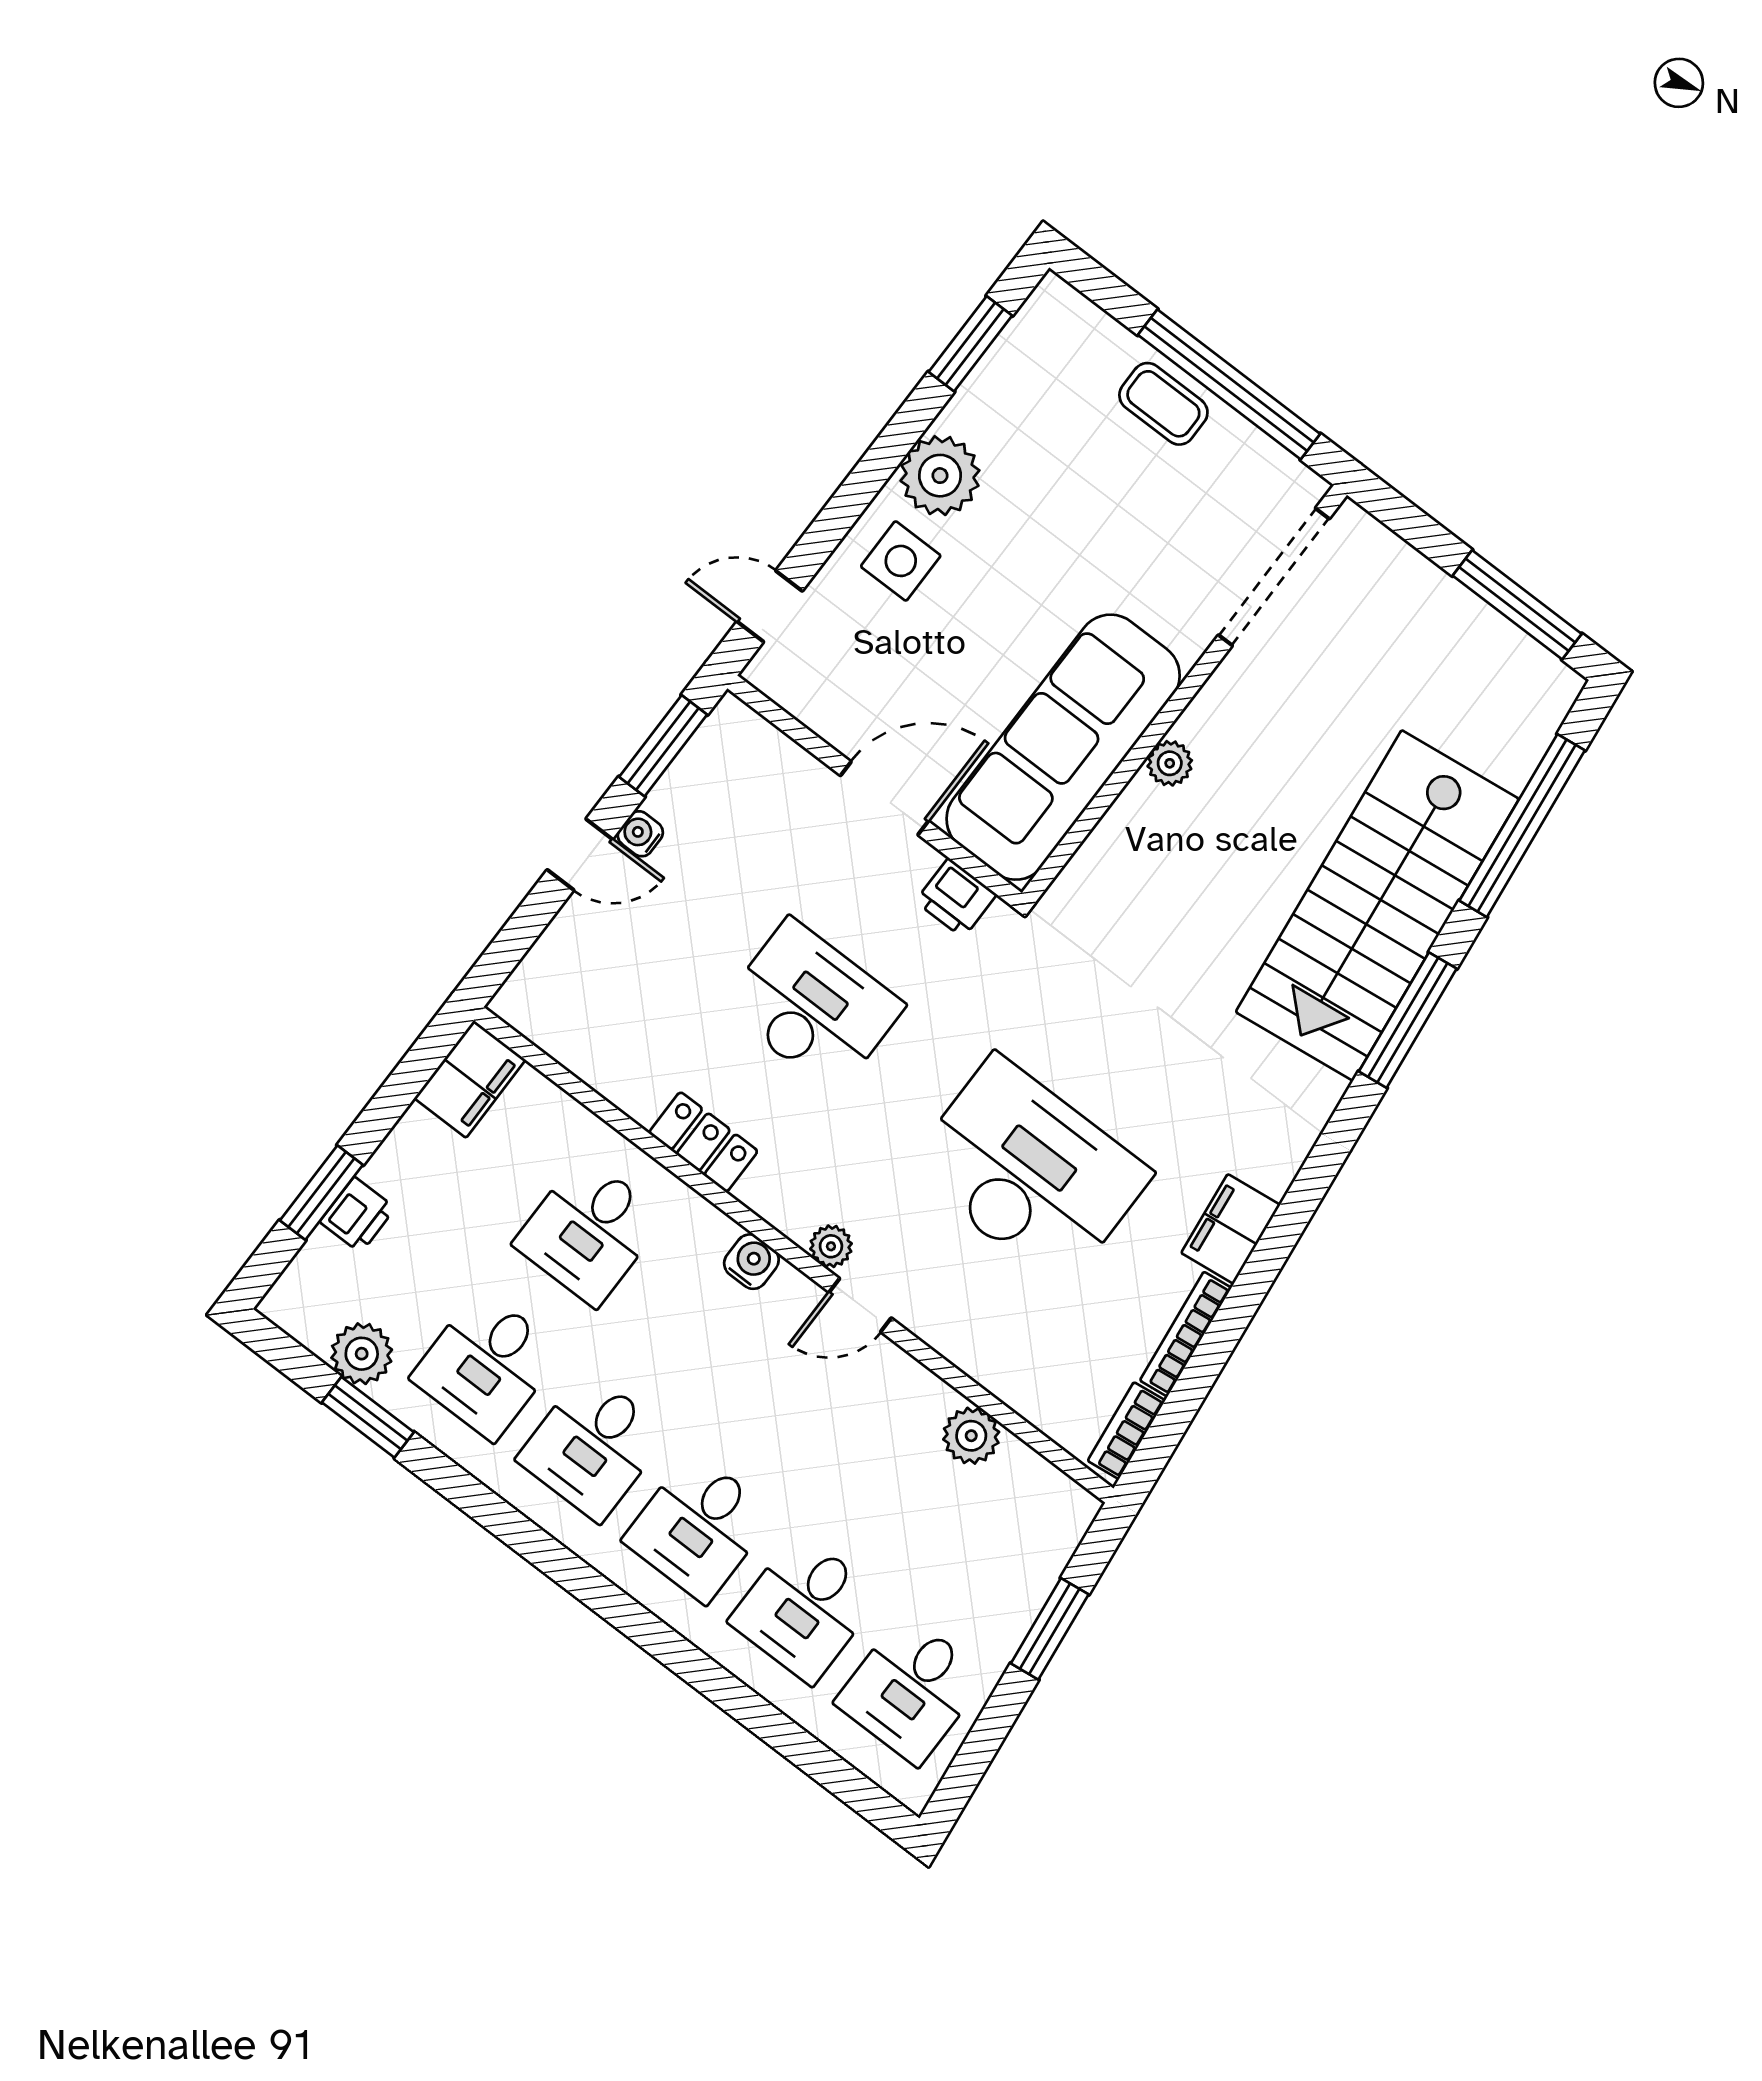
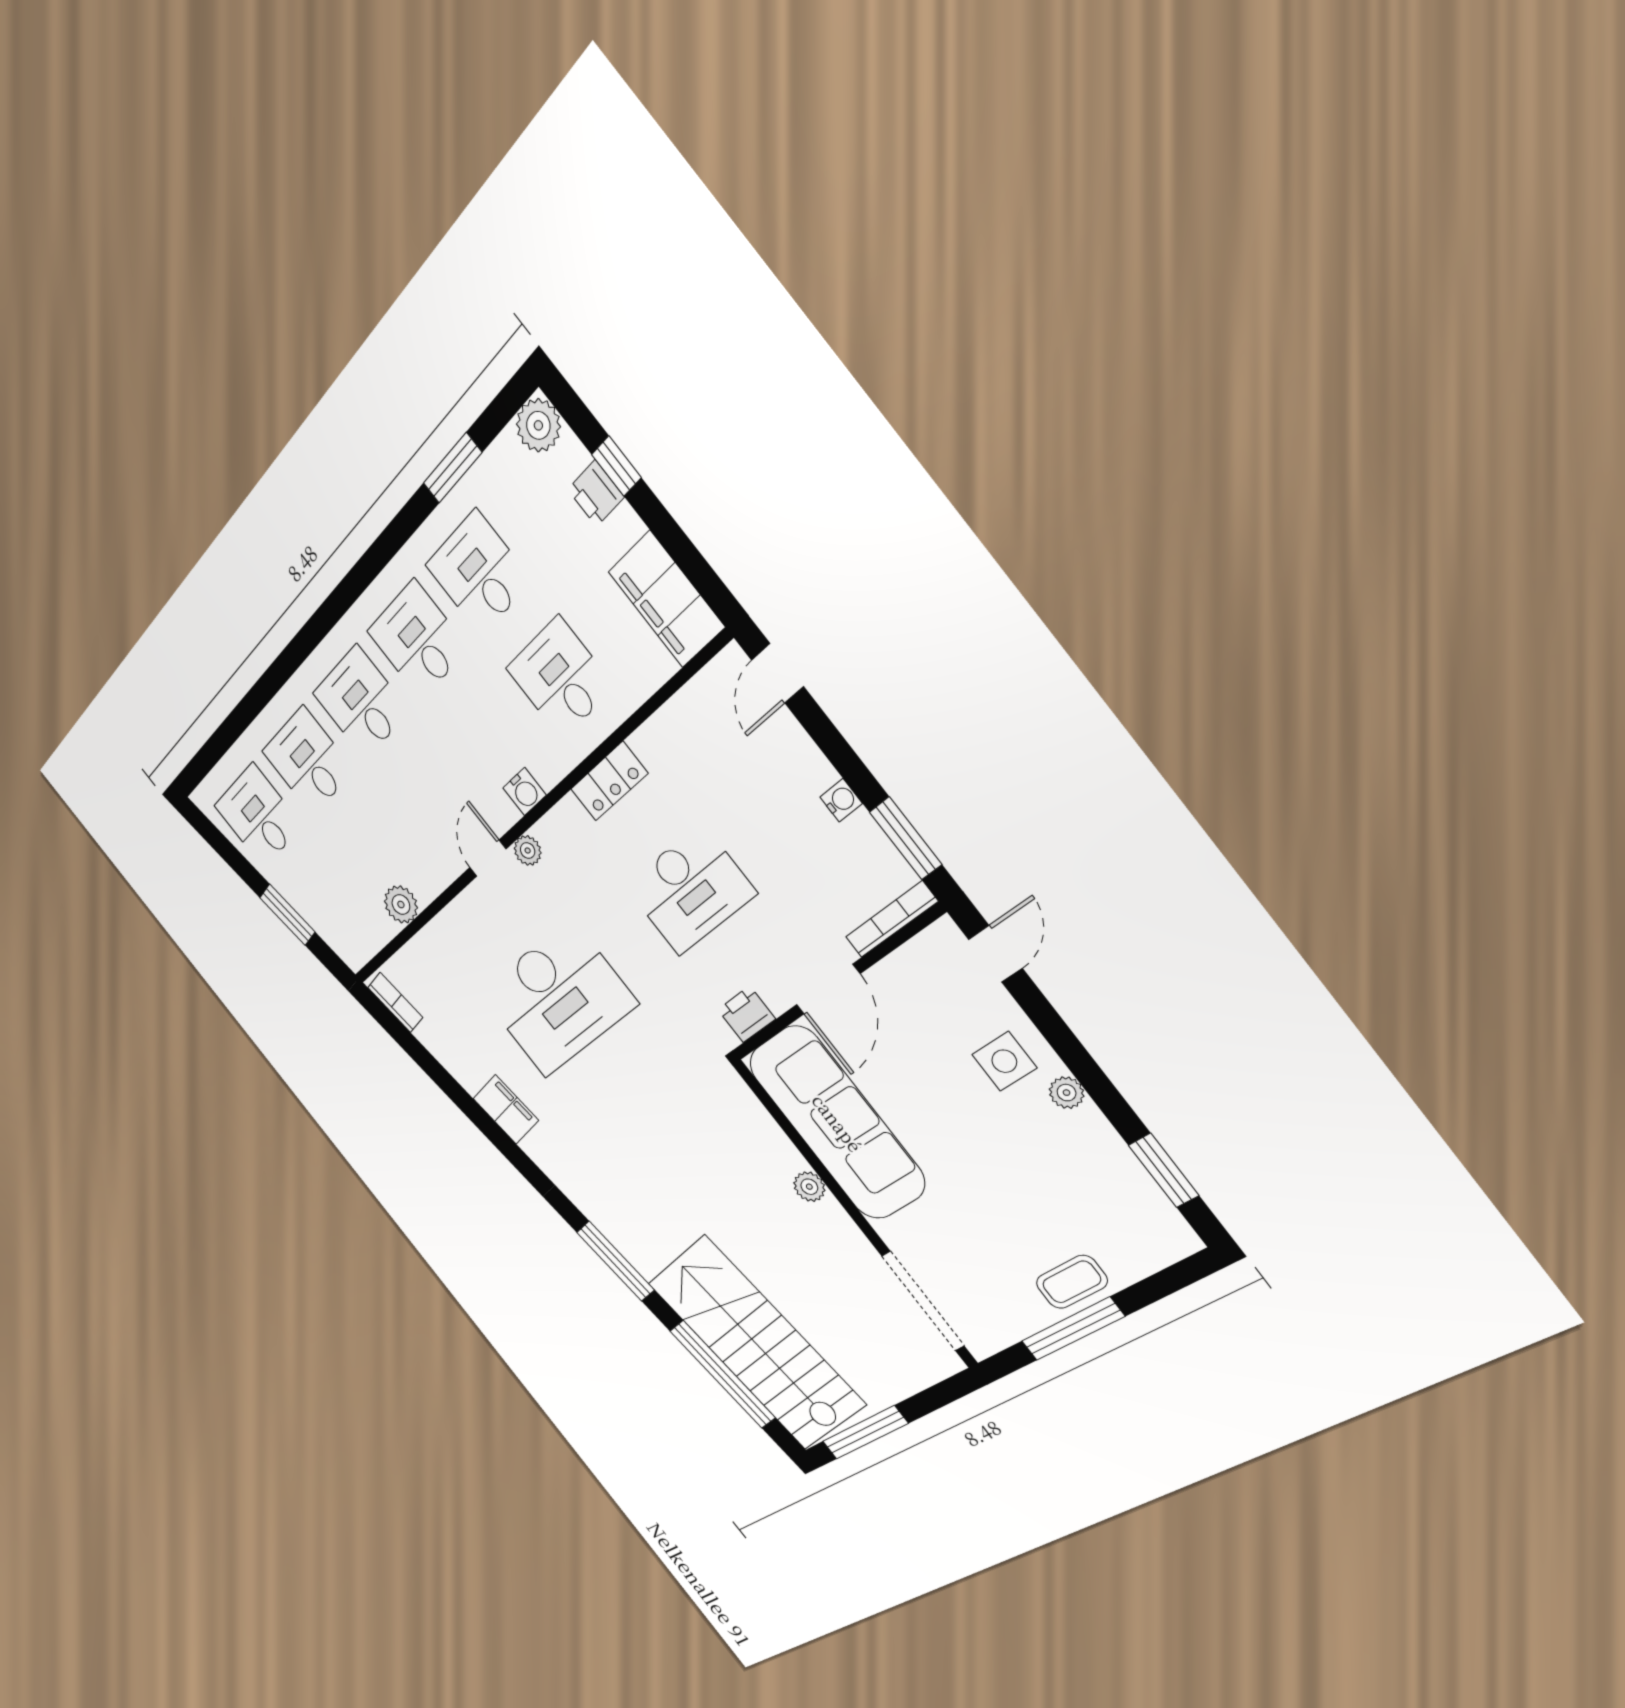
window: (1229, 384) -> (1073, 1329), width x0.68
plant: (940, 476) -> (1067, 1093), width x0.53, depth x0.53
door: (580, 854) -> (777, 673), moved
stairs: (1377, 905) -> (756, 1343), moved
filing cabinet: (470, 1079) -> (666, 599), width x1.50, depth x1.17
window: (321, 1193) -> (616, 466), width x0.67
bookcase: (1186, 1334) -> (891, 919), moved, turned -83
plant: (362, 1354) -> (538, 425), moved

